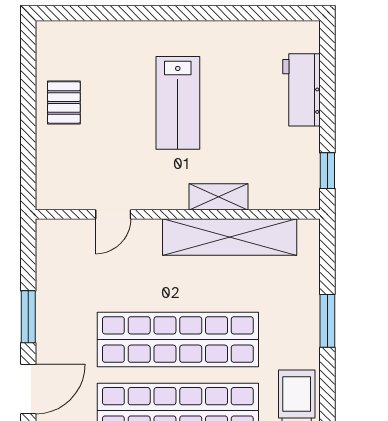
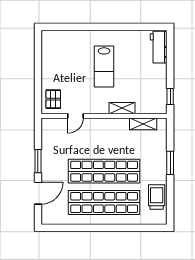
workbench: (301, 90) -> (159, 47), moved
pallet: (64, 102) -> (53, 99), moved
shelving: (230, 237) -> (143, 124), width x0.45, depth x0.75

